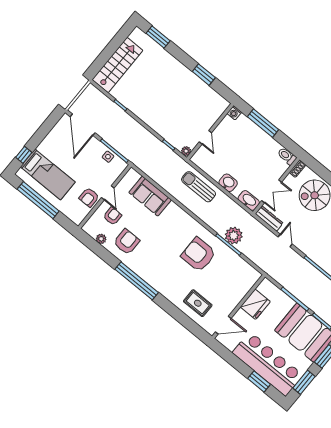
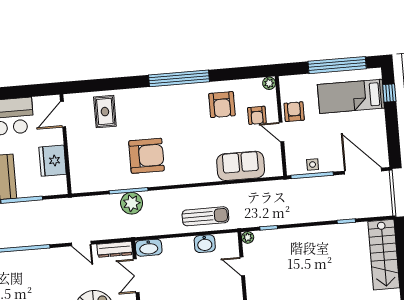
washbasin: (228, 183) -> (205, 244), moved
plant: (101, 239) -> (269, 83), moved
rug: (198, 303) -> (105, 112), turned 90

